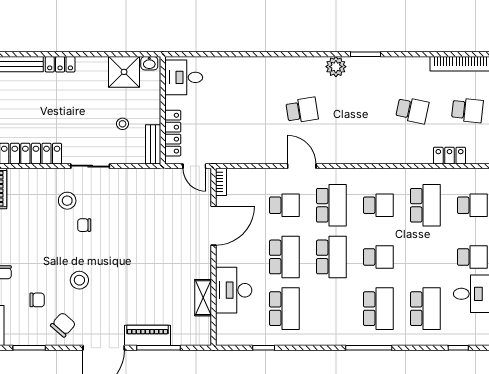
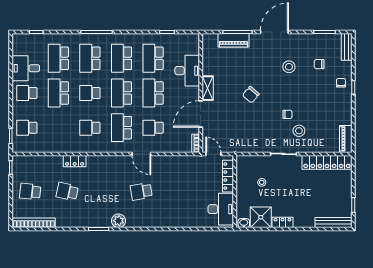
locker: (60, 64) -> (282, 222), moved
desk: (184, 77) -> (221, 209), width x1.37
bench: (153, 144) -> (241, 169), removed
locker: (450, 156) -> (75, 161), moved
school desk: (425, 205) -> (58, 93), moved
stool: (79, 280) -> (289, 67), moved
shelving: (203, 298) -> (208, 88), moved
school desk: (331, 309) -> (122, 58), added
chair: (63, 325) -> (251, 95), moved
piano: (147, 335) -> (233, 40), moved

